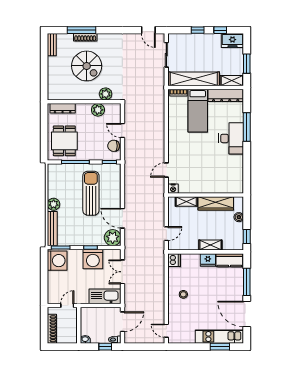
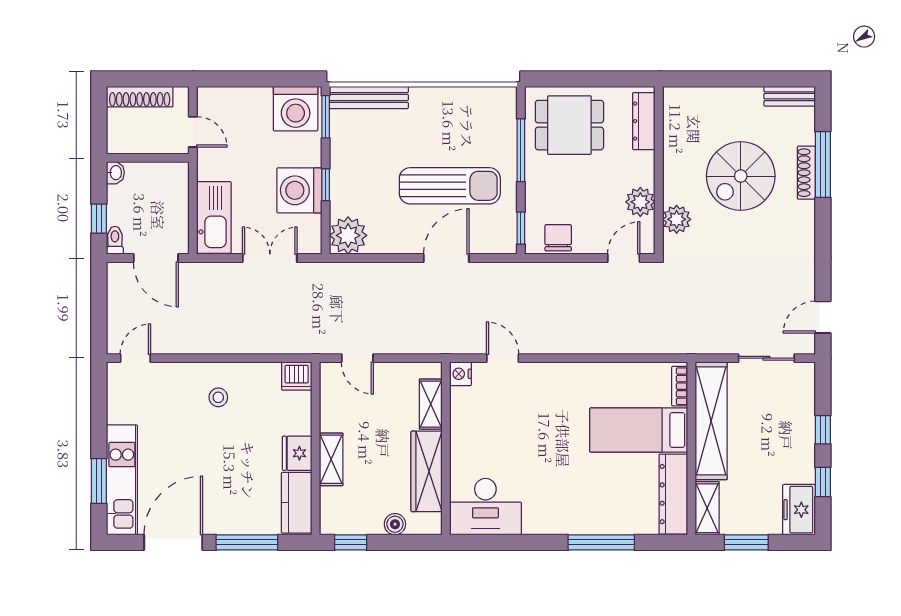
door: (122, 130) -> (624, 258), moved
desk: (231, 138) -> (485, 507), moved
plant: (54, 204) -> (424, 100), removed
door: (122, 218) -> (446, 258), moved

